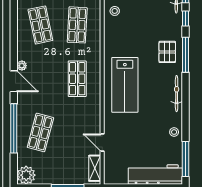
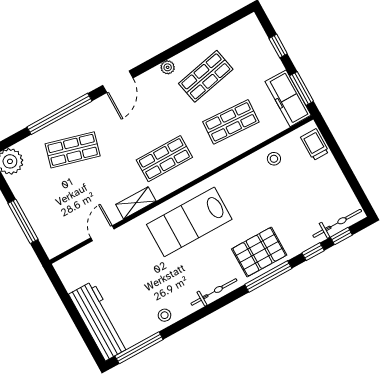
pallet: (167, 52) -> (259, 252), width x1.50, depth x1.42
plant: (22, 66) -> (168, 67), moved
shelving: (95, 168) -> (136, 203), moved

